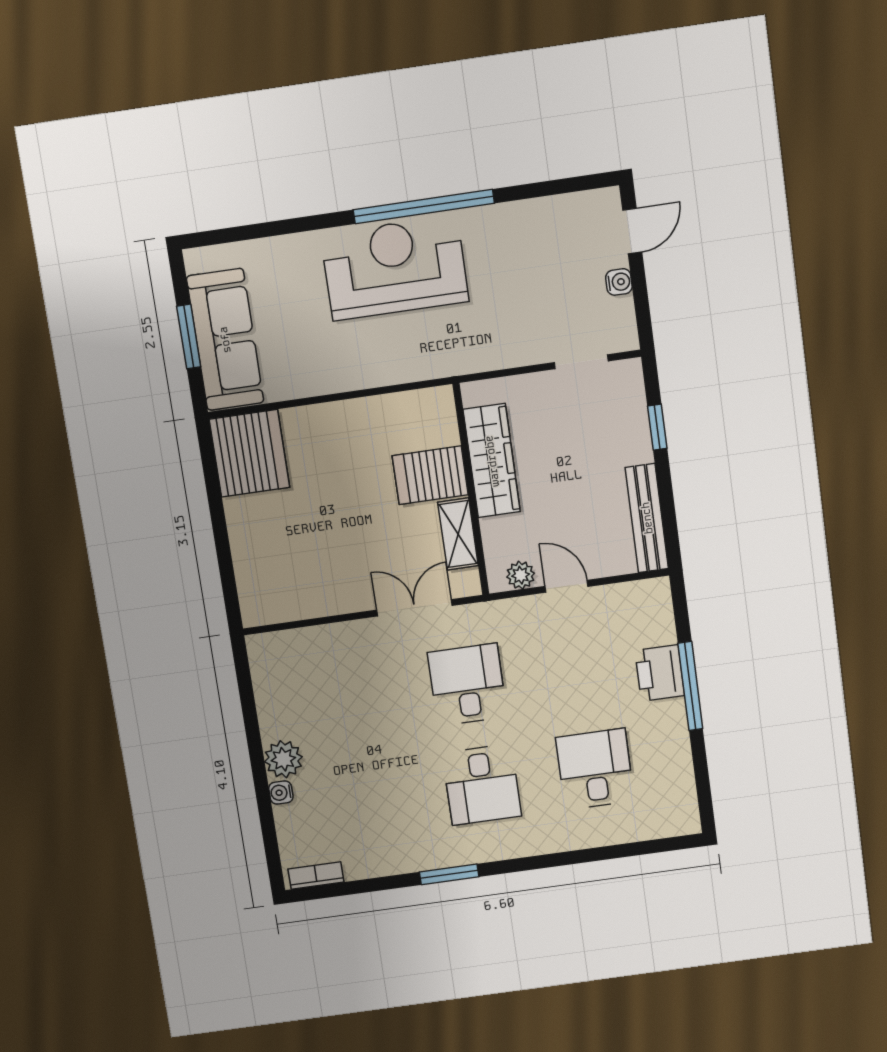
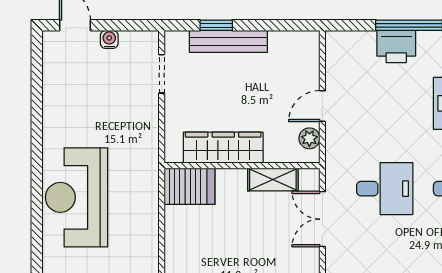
window: (424, 207) -> (37, 171), removed
server rack: (430, 475) -> (190, 186), moved, turned -90
bench: (647, 518) -> (228, 41), moved
desk: (467, 685) -> (385, 189), turned 180

